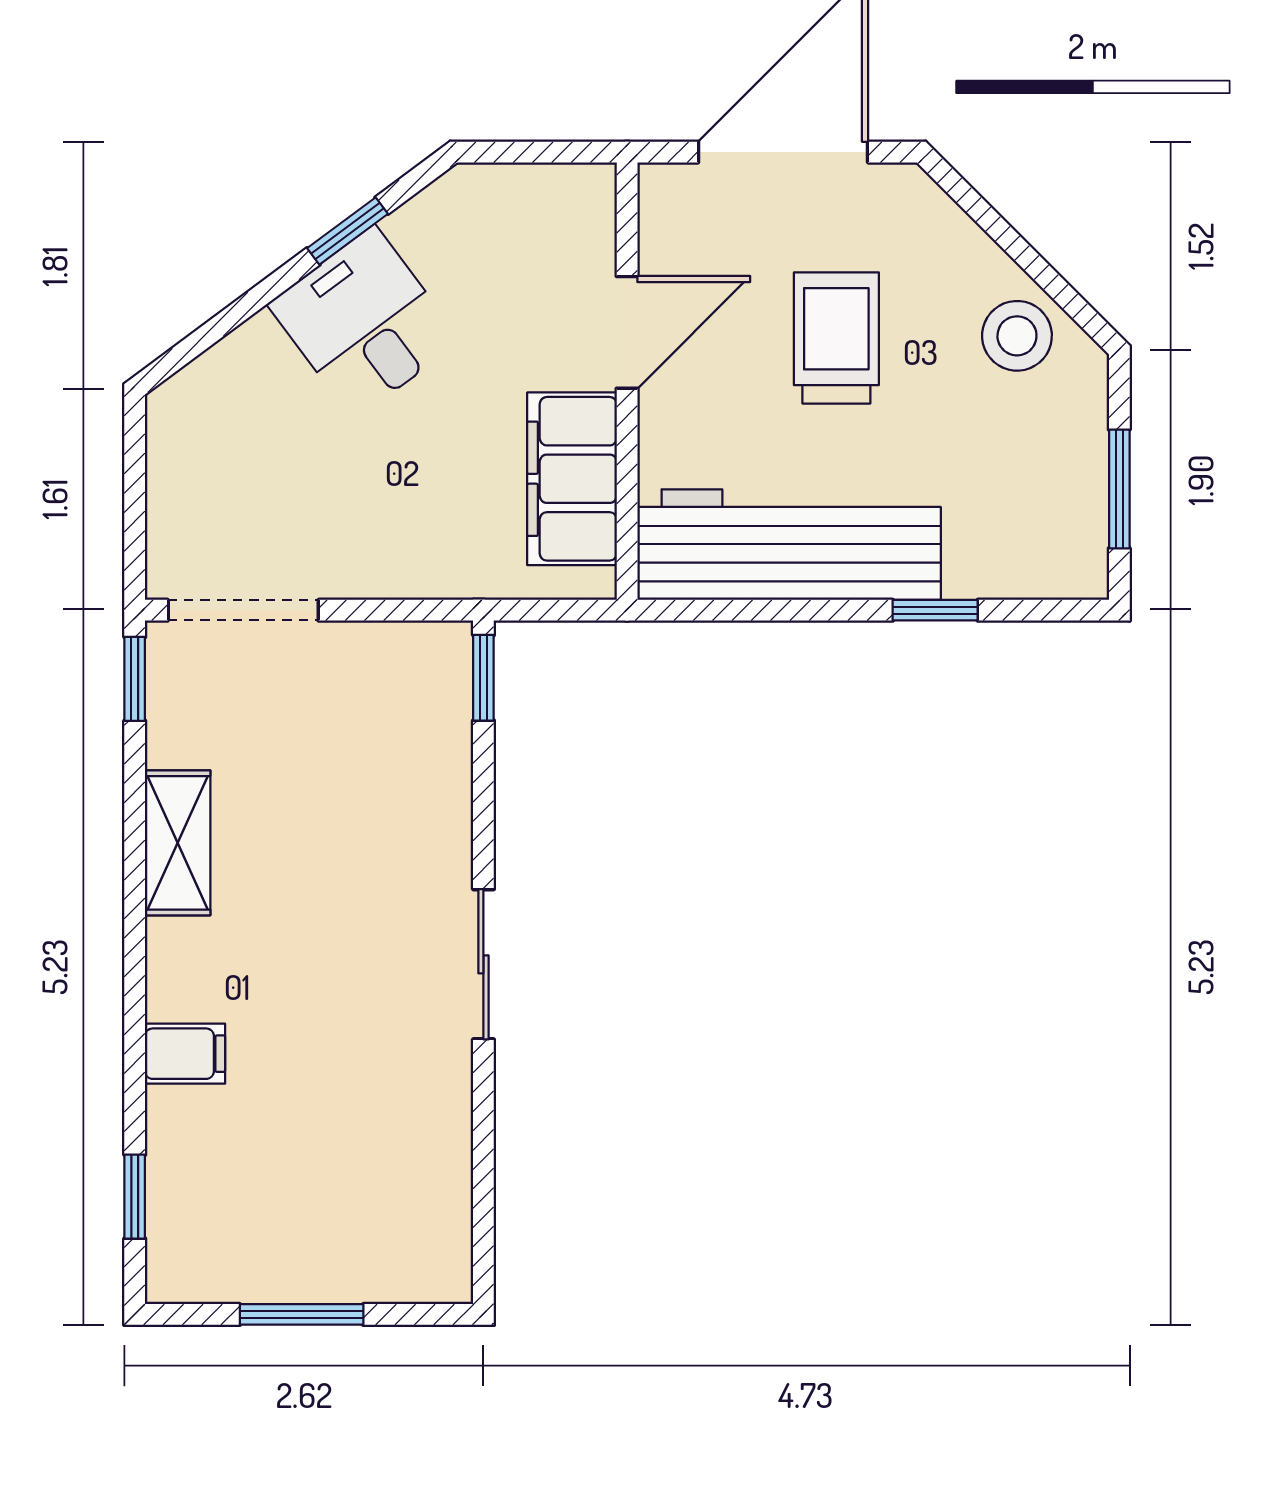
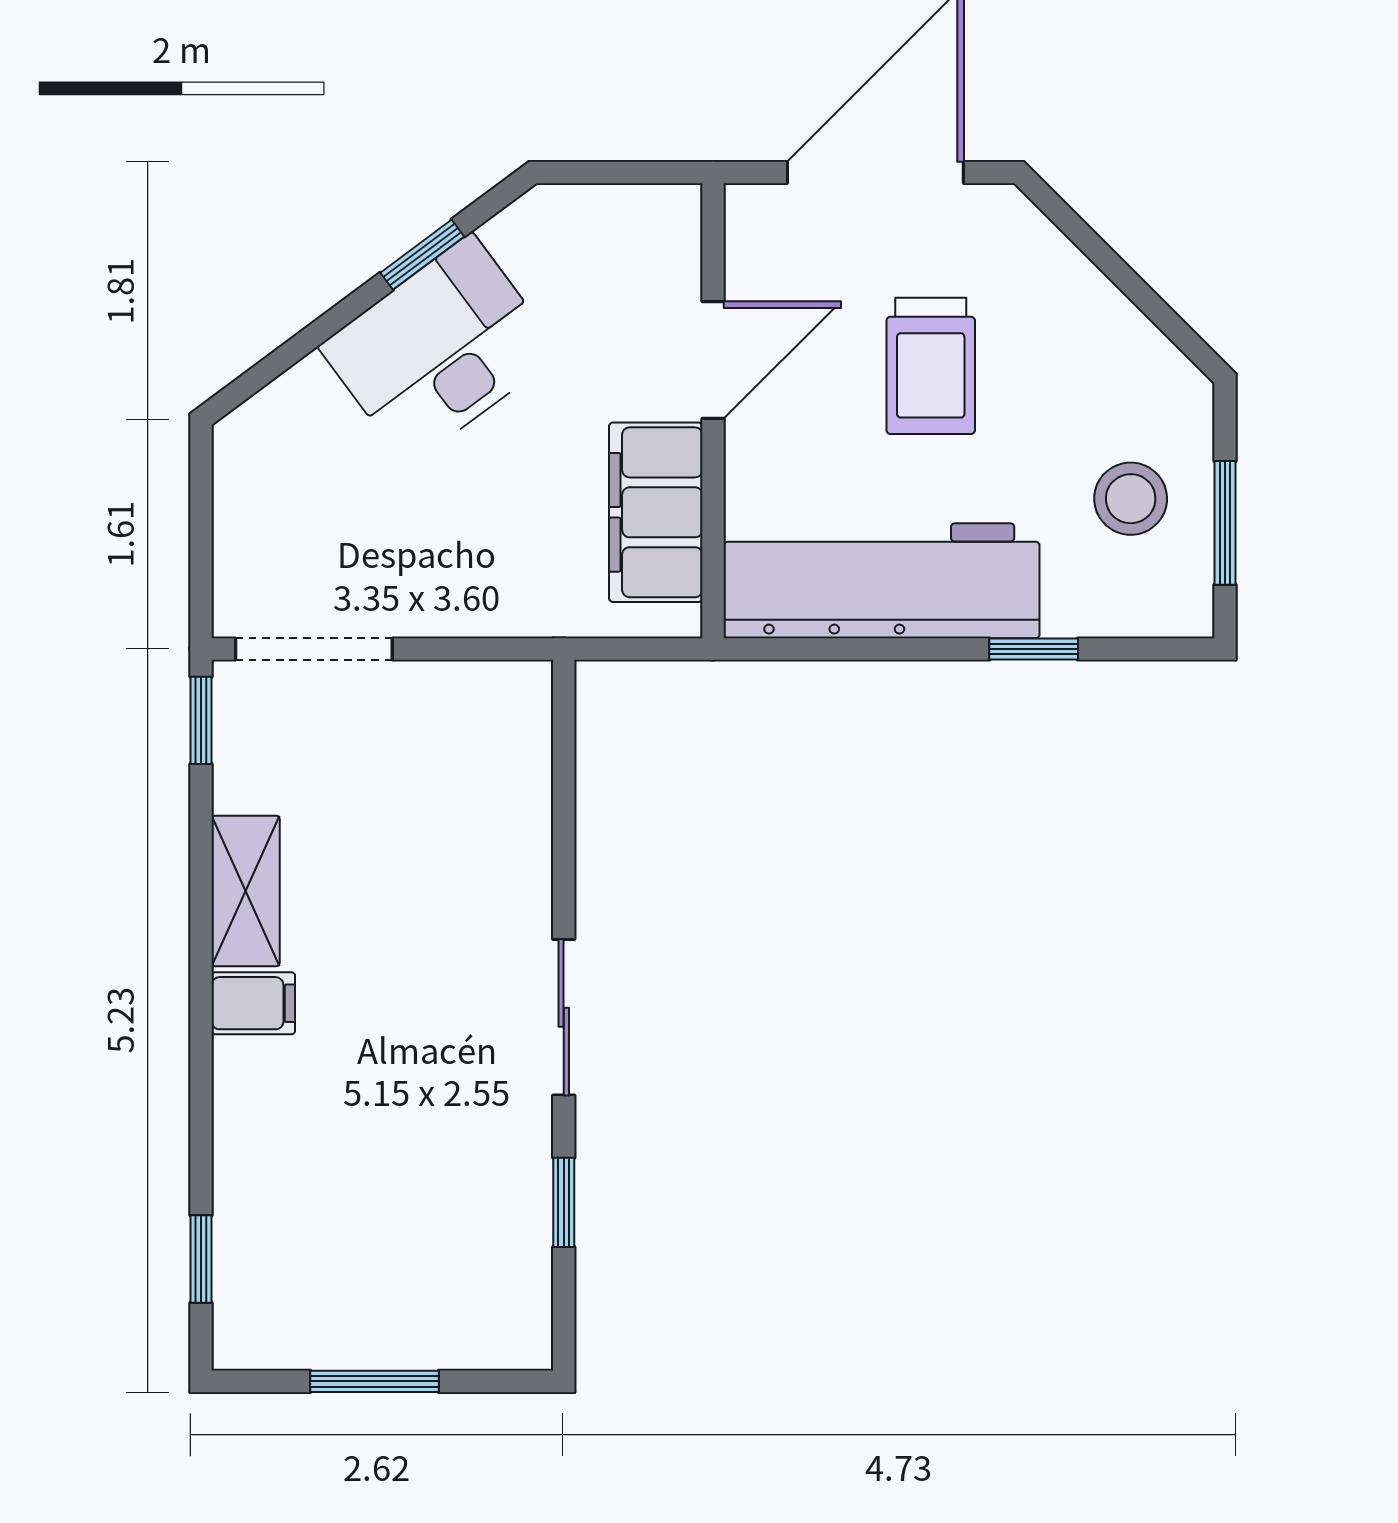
desk: (364, 322) -> (440, 350), width x1.37
stool: (1017, 336) -> (1131, 499), moved
trolley: (836, 338) -> (931, 366), turned 180
window: (483, 678) -> (564, 1202), moved
filing cabinet: (185, 1054) -> (253, 1003), moved

